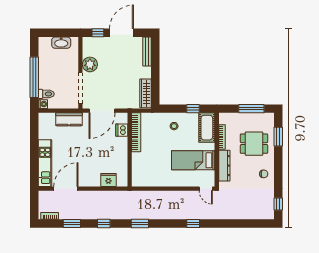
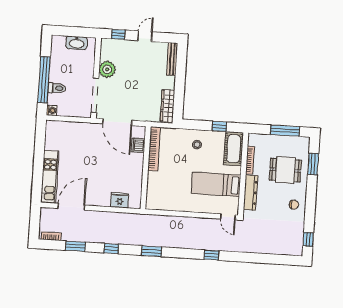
door: (121, 33) -> (145, 36), width x0.53
toilet: (46, 94) -> (57, 88), moved
door: (102, 111) -> (117, 122), hinge flipped
kitchen counter: (69, 119) -> (80, 129), removed

